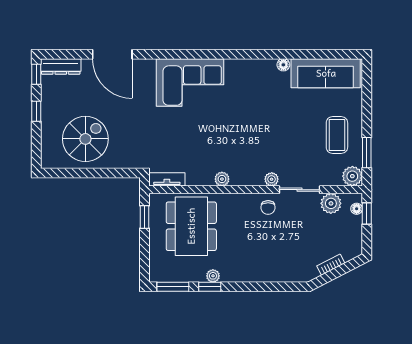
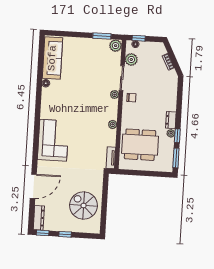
coffee table: (337, 135) -> (90, 53), removed
window: (145, 217) -> (133, 173), removed
dresser: (235, 275) -> (171, 120), added

